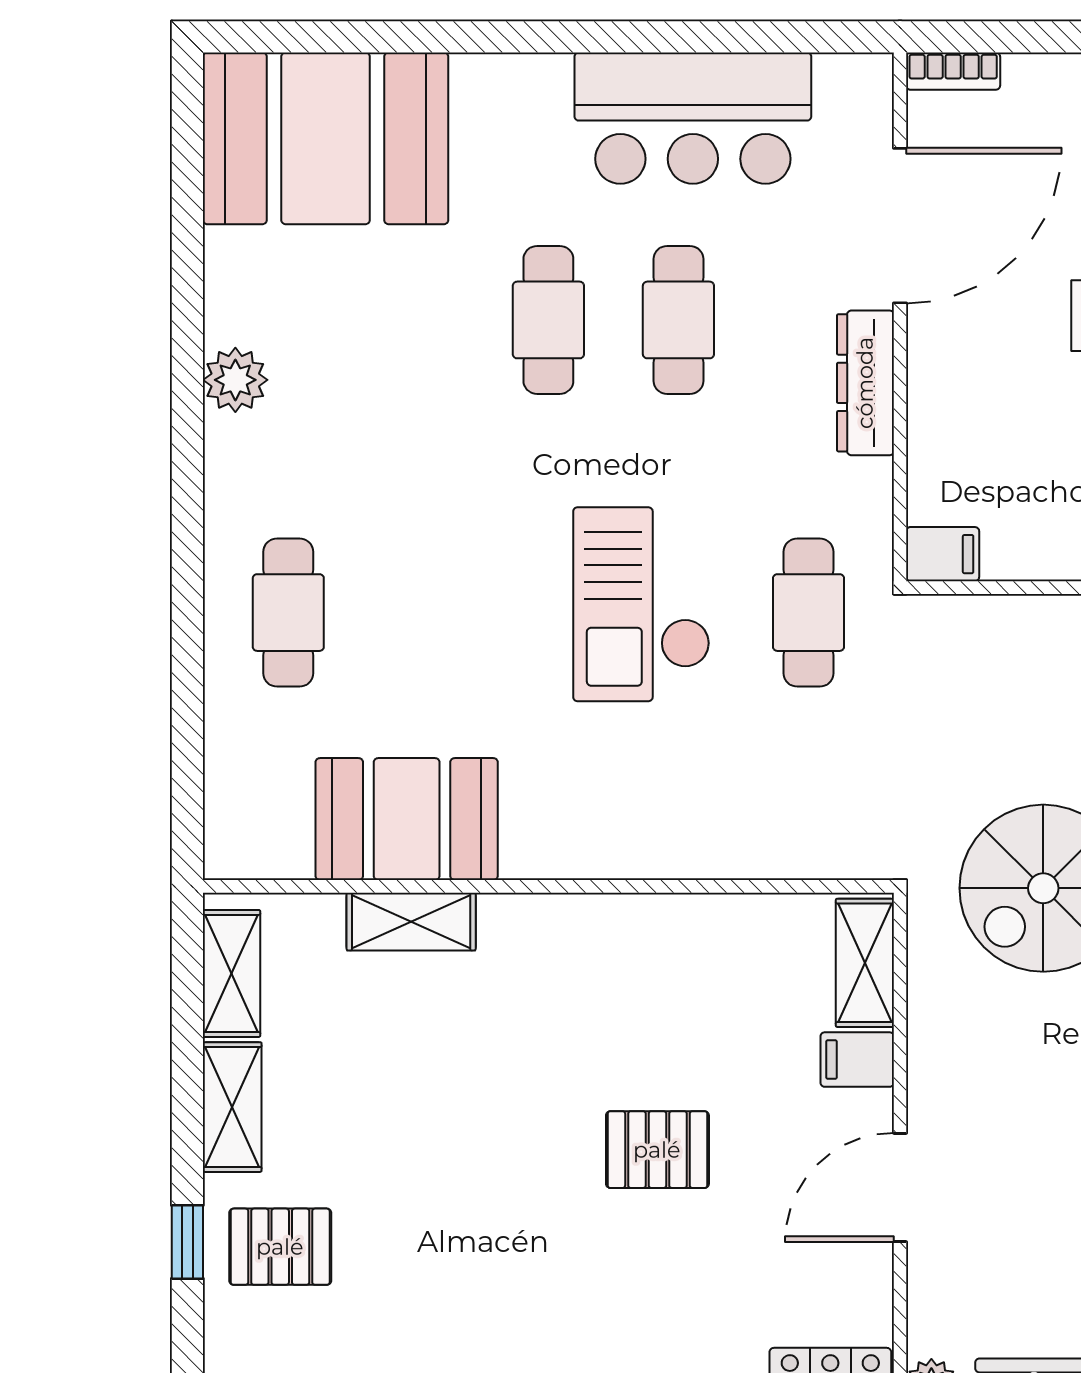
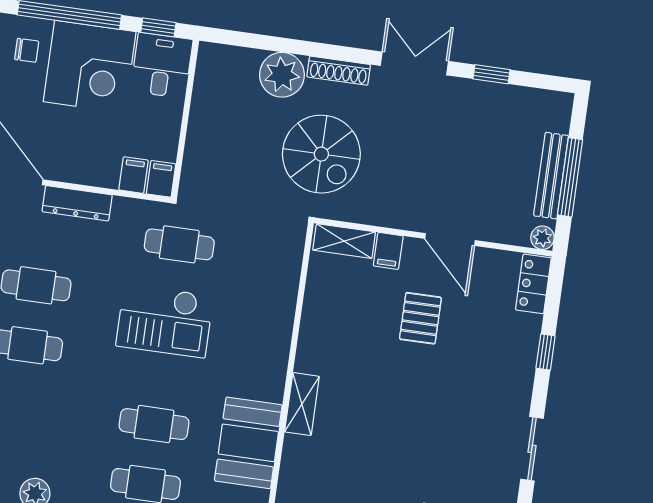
filing cabinet: (942, 495) -> (134, 175), added
cafe table: (418, 613) -> (154, 424), added
shelving: (411, 922) -> (302, 404), moved
pallet: (657, 1150) -> (420, 318), moved

